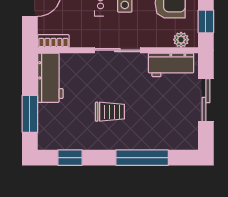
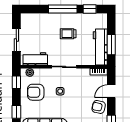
workbench: (50, 78) -> (100, 47), width x1.38
window: (30, 114) -> (111, 45), moved
window: (142, 158) -> (63, 9), moved

